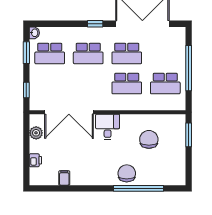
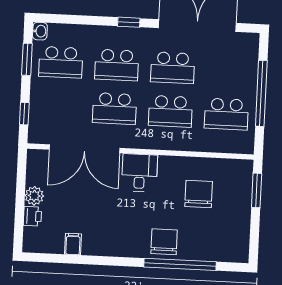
school desk: (88, 84) -> (115, 109), added
plant: (36, 133) -> (34, 196), moved

